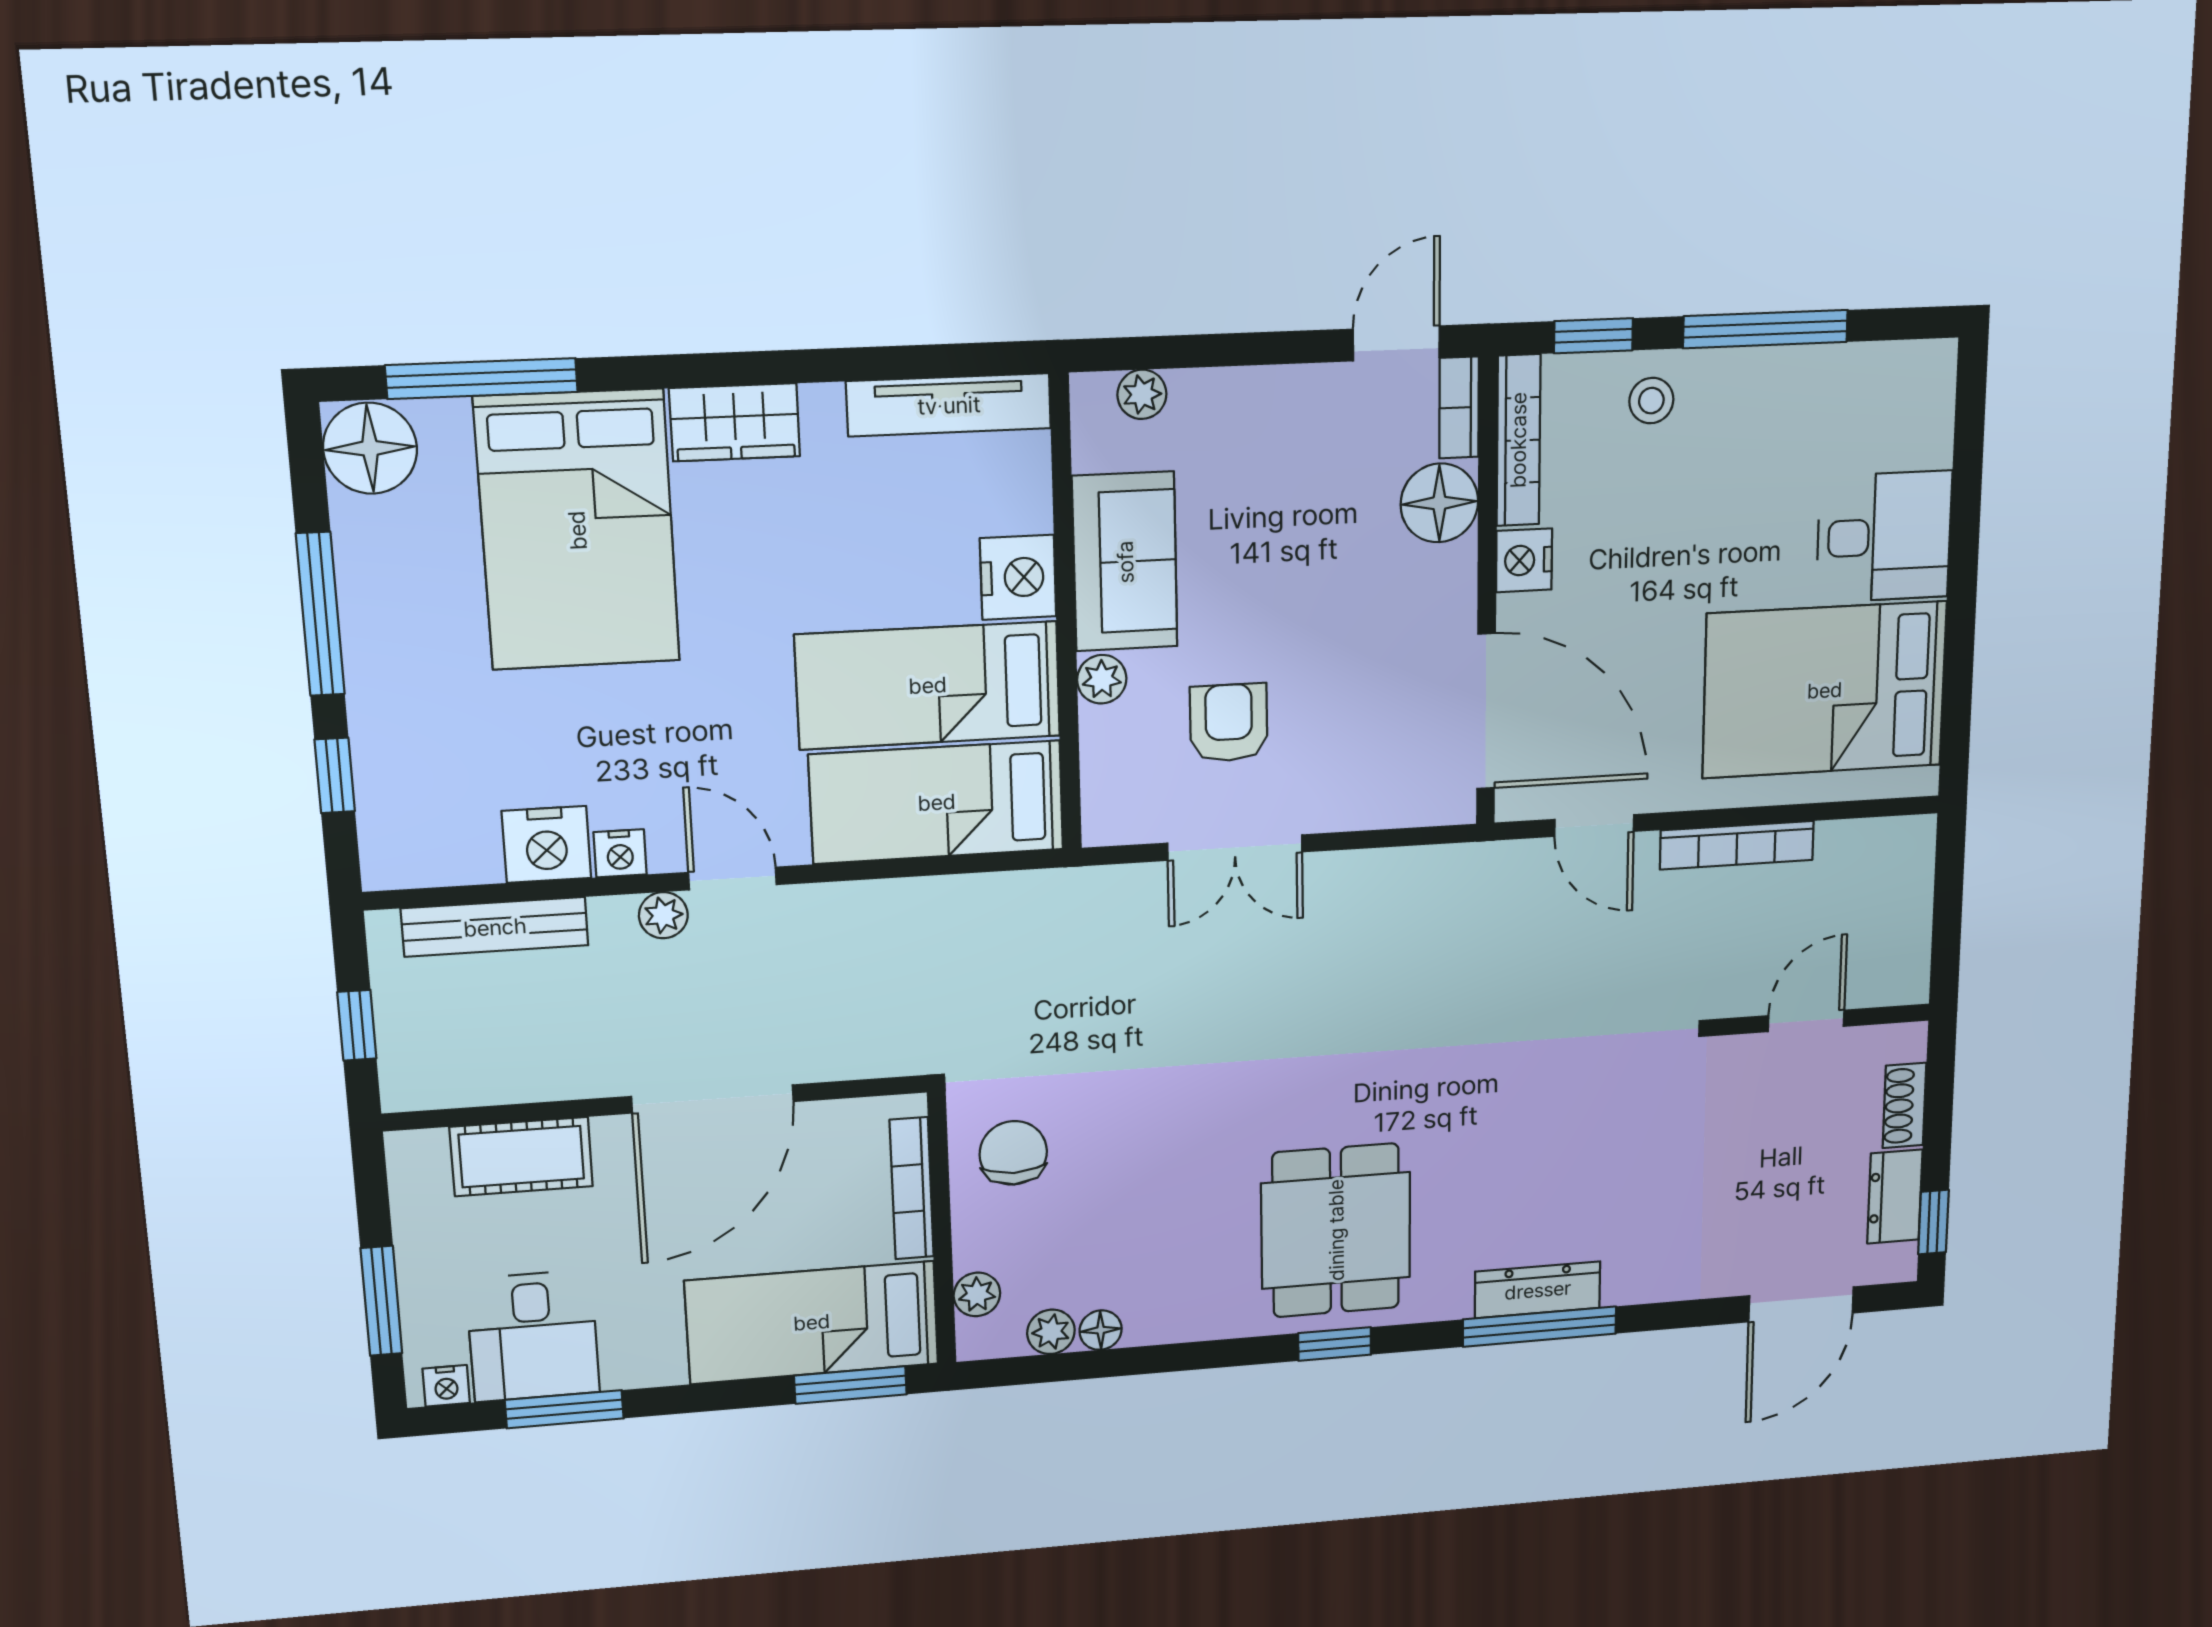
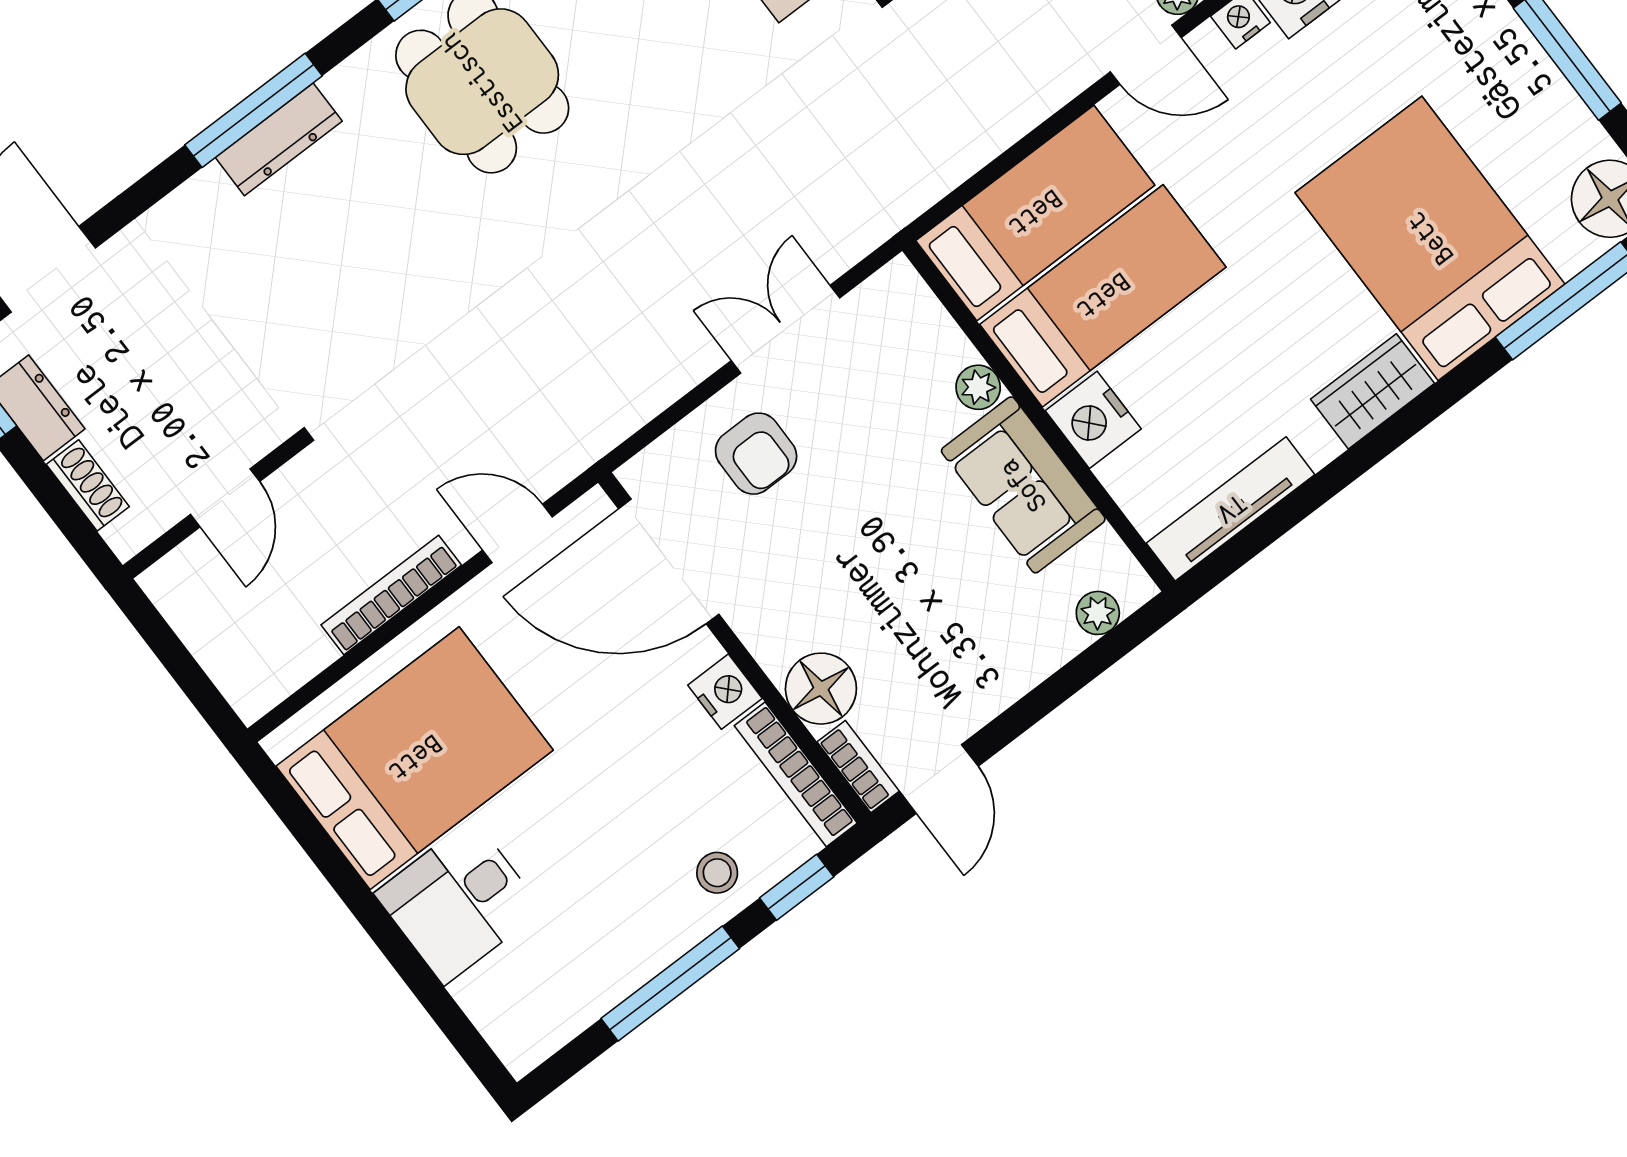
armchair: (1229, 723) -> (756, 454), moved

